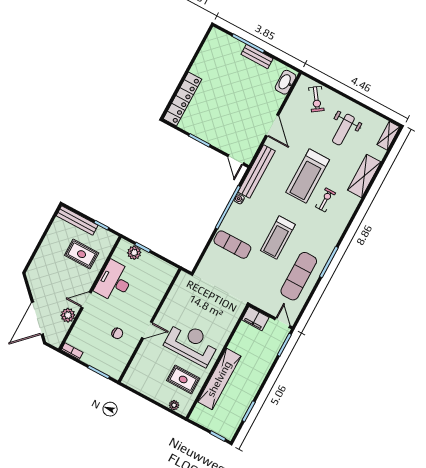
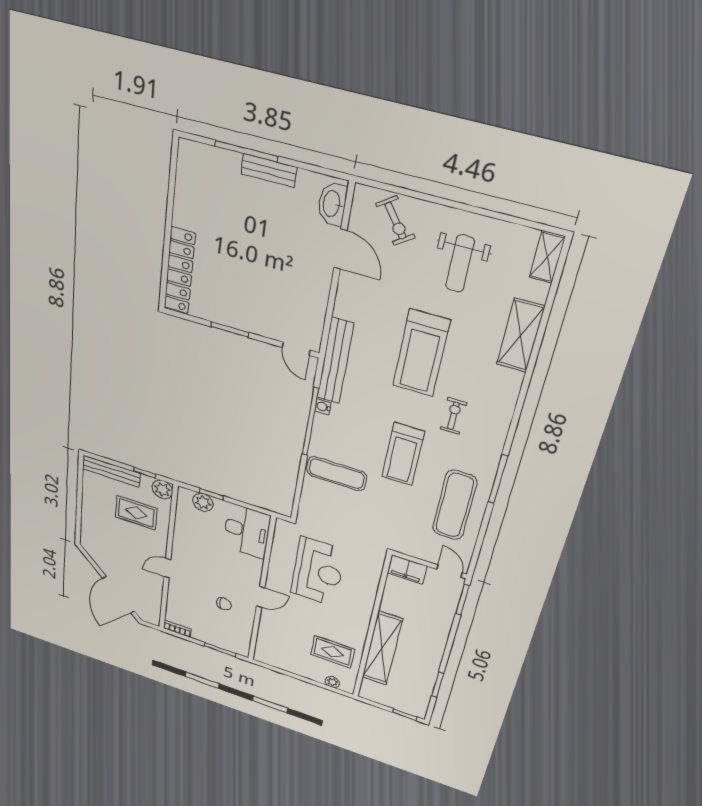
door: (272, 126) -> (340, 249), moved
exercise bike: (325, 200) -> (453, 416), moved
desk: (114, 281) -> (247, 531), moved, turned 180
plant: (68, 315) -> (162, 490), moved
reception desk: (192, 343) -> (318, 572), moved, turned 90

